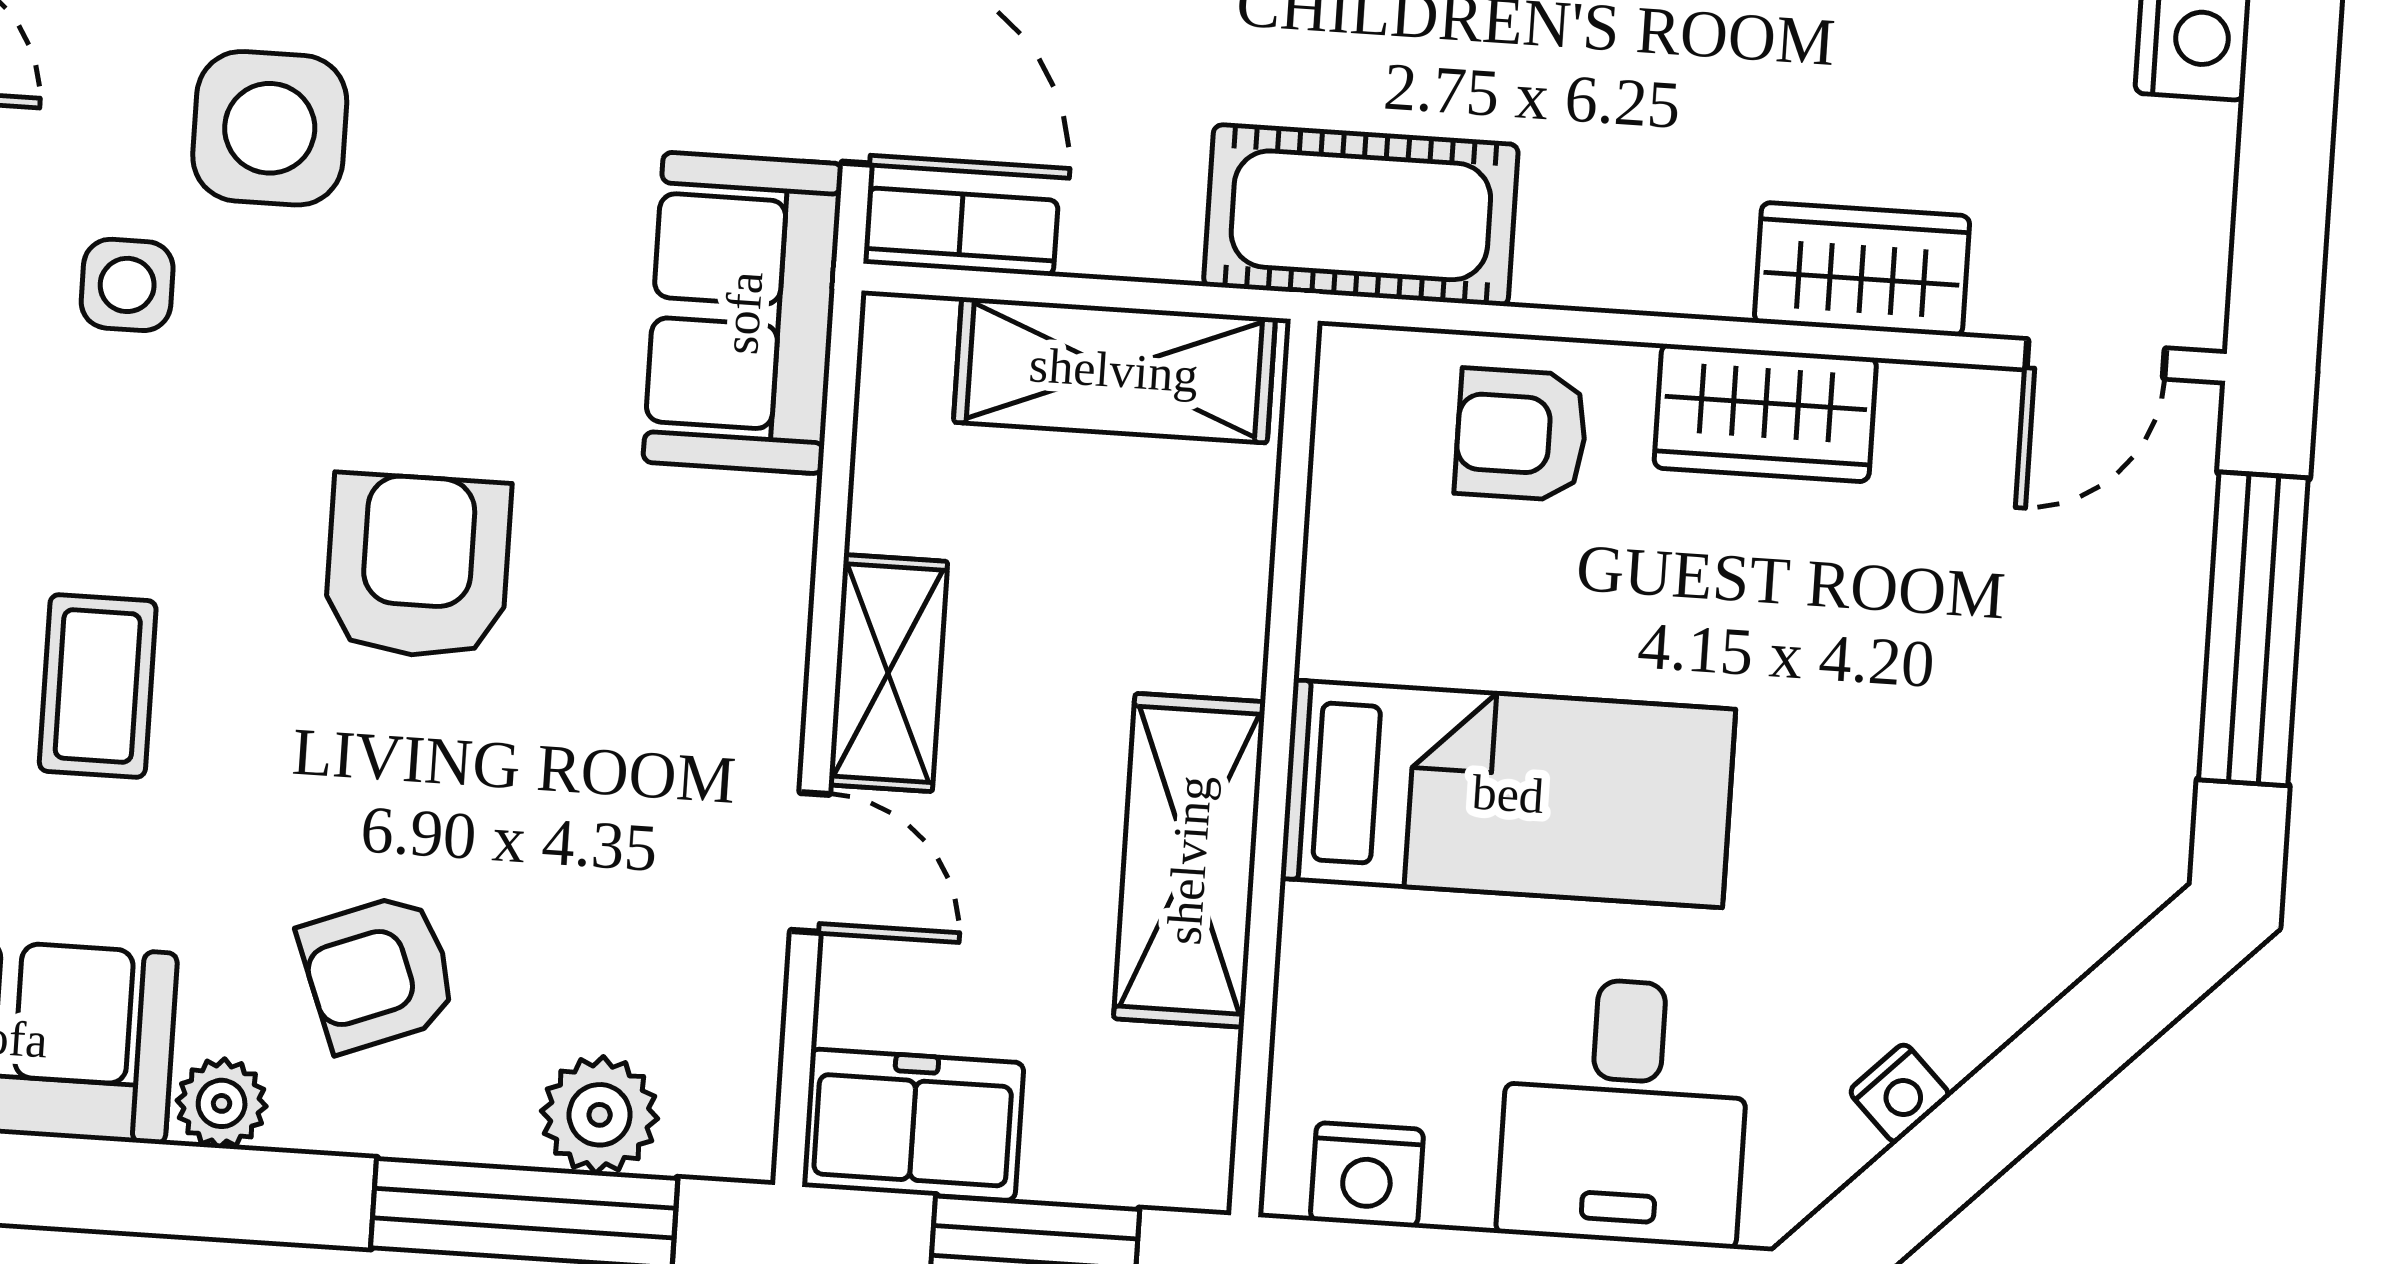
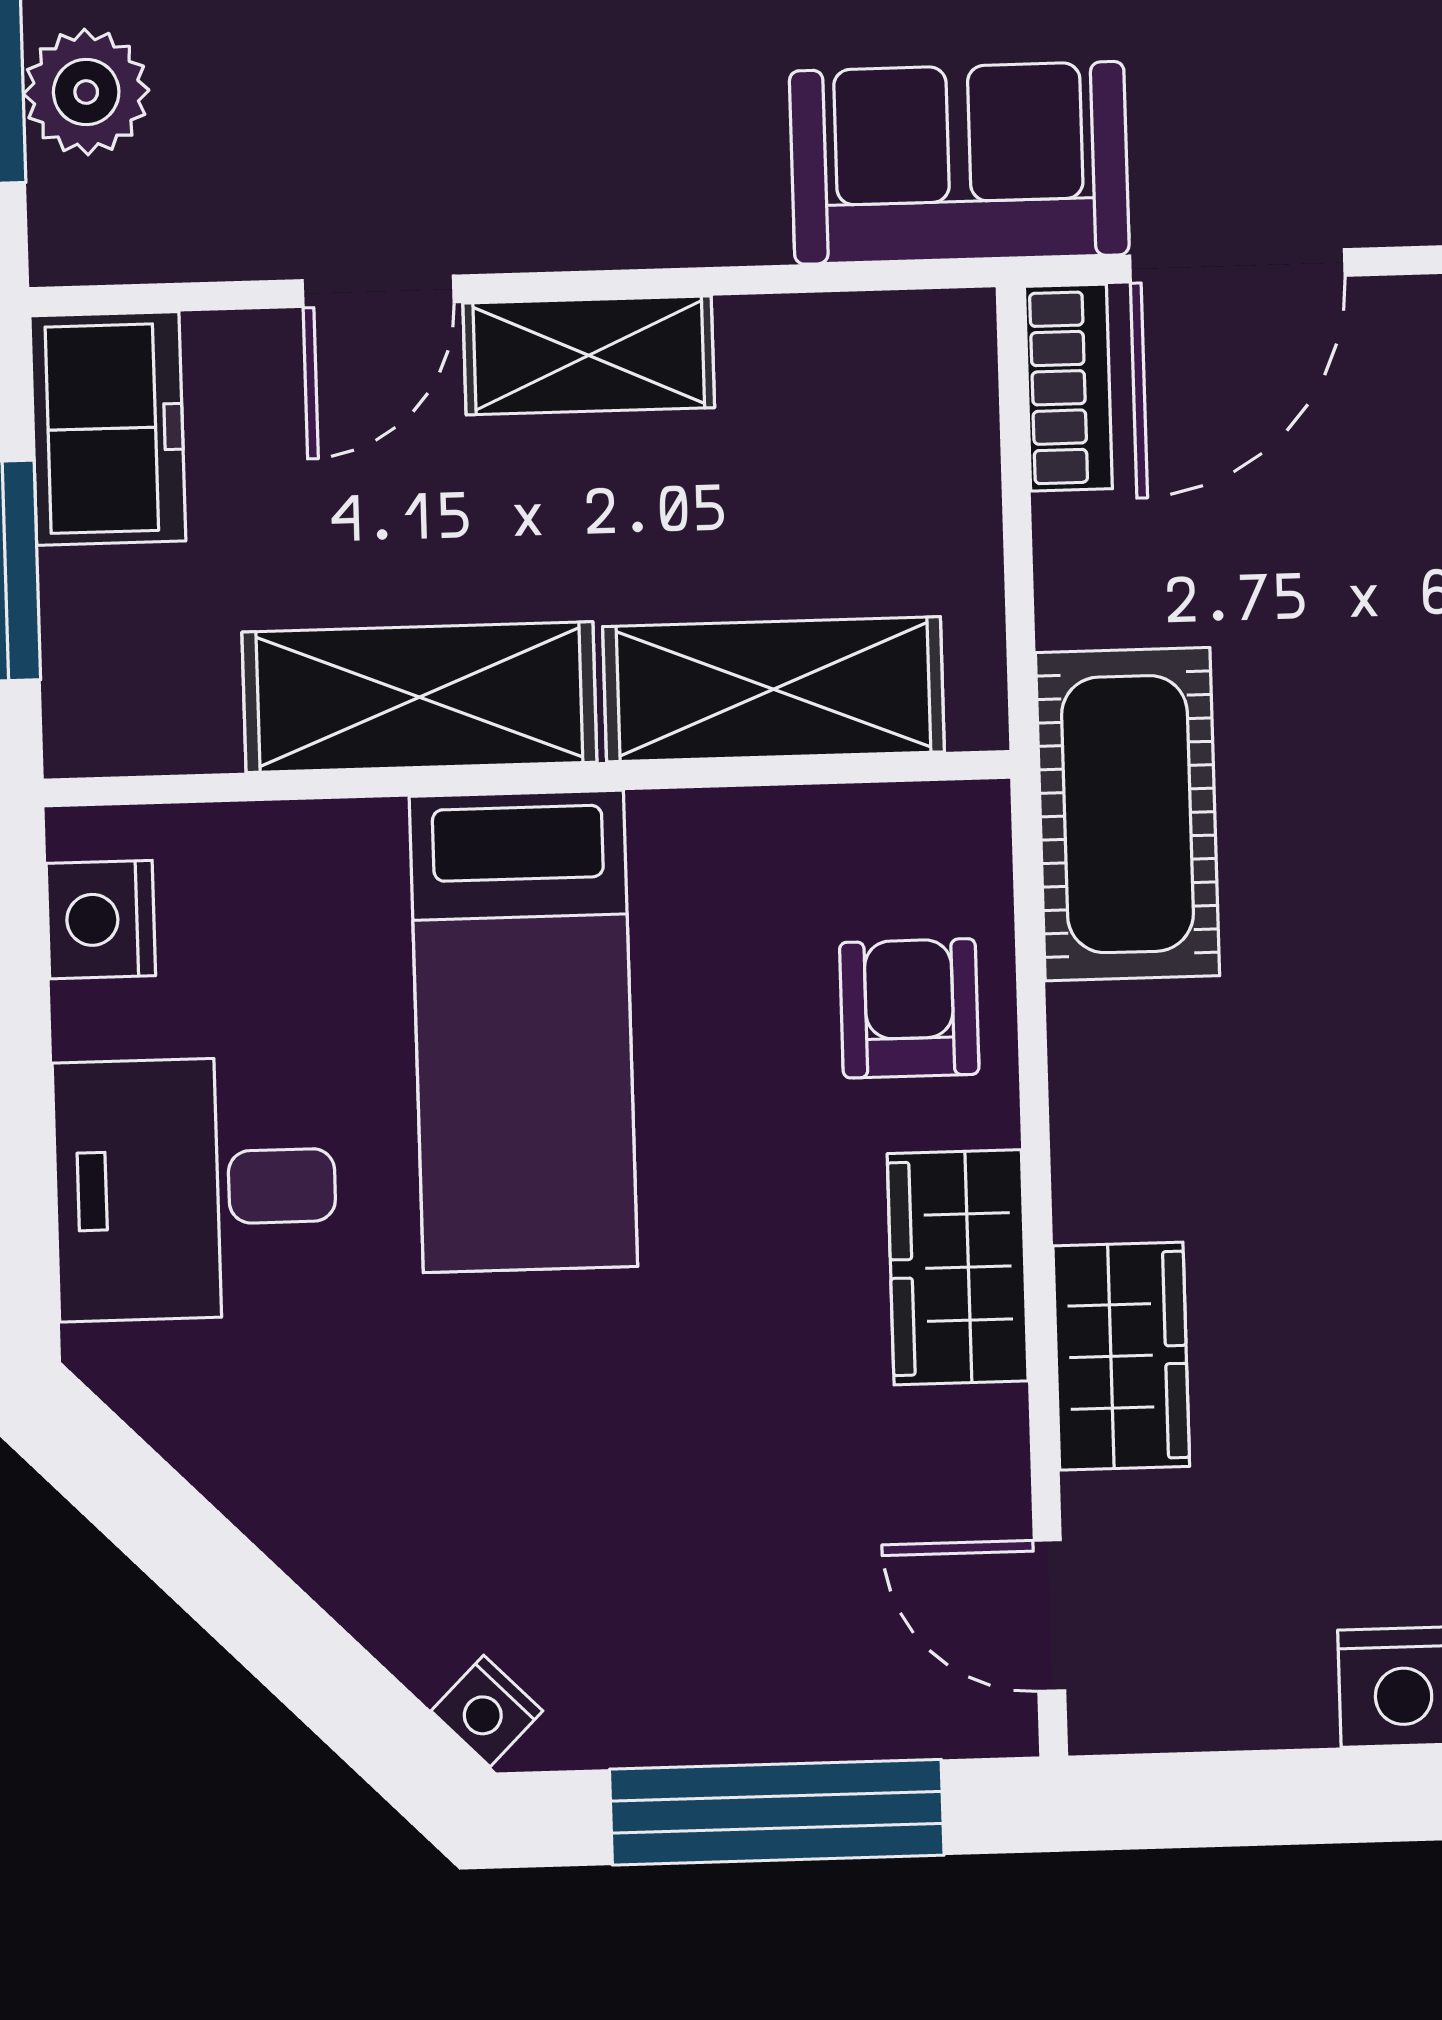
shelving: (1114, 370) -> (773, 689), moved, turned 90
nightstand: (1900, 1093) -> (487, 1711), moved

